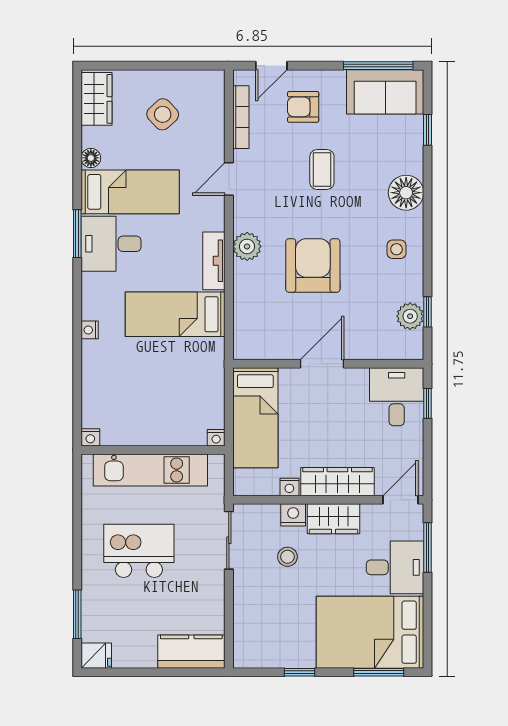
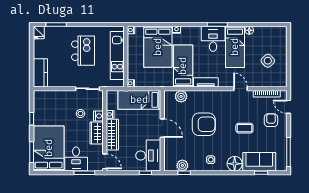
sofa: (385, 92) -> (259, 162), moved, turned 90
wardrobe: (97, 99) -> (274, 33), removed
plant: (247, 246) -> (181, 96), moved
bed: (130, 374) -> (158, 47), added
desk: (397, 397) -> (148, 156), width x1.37

